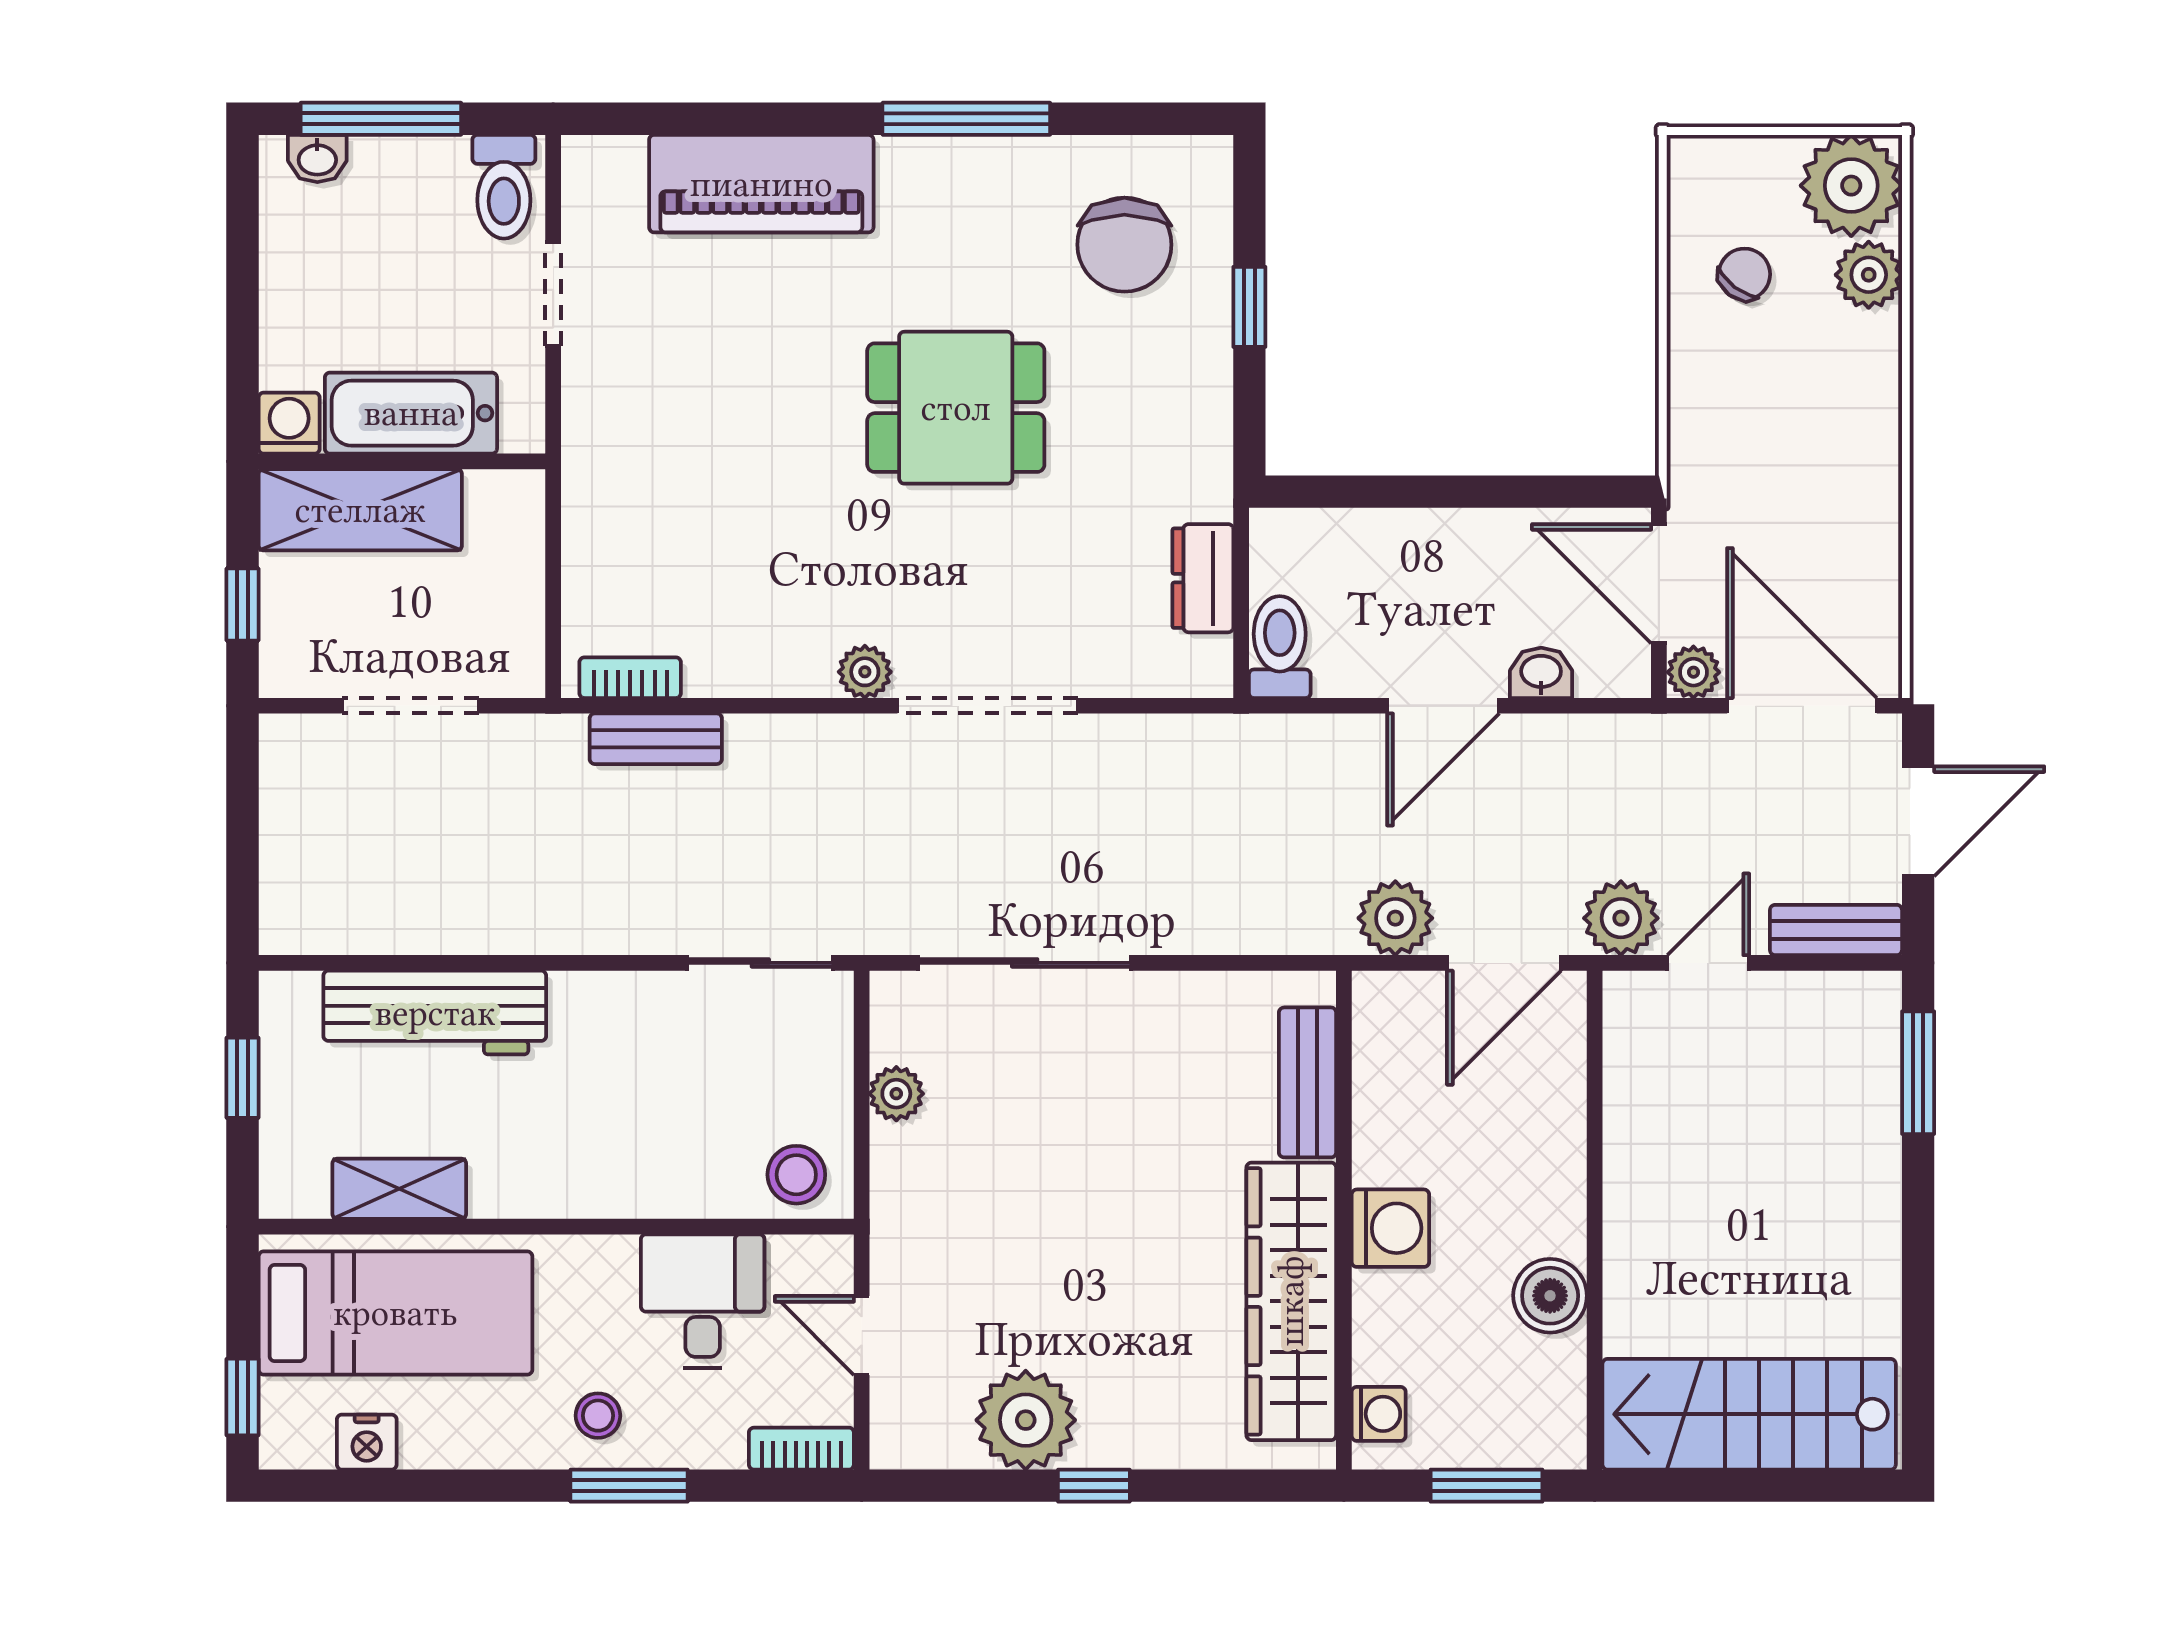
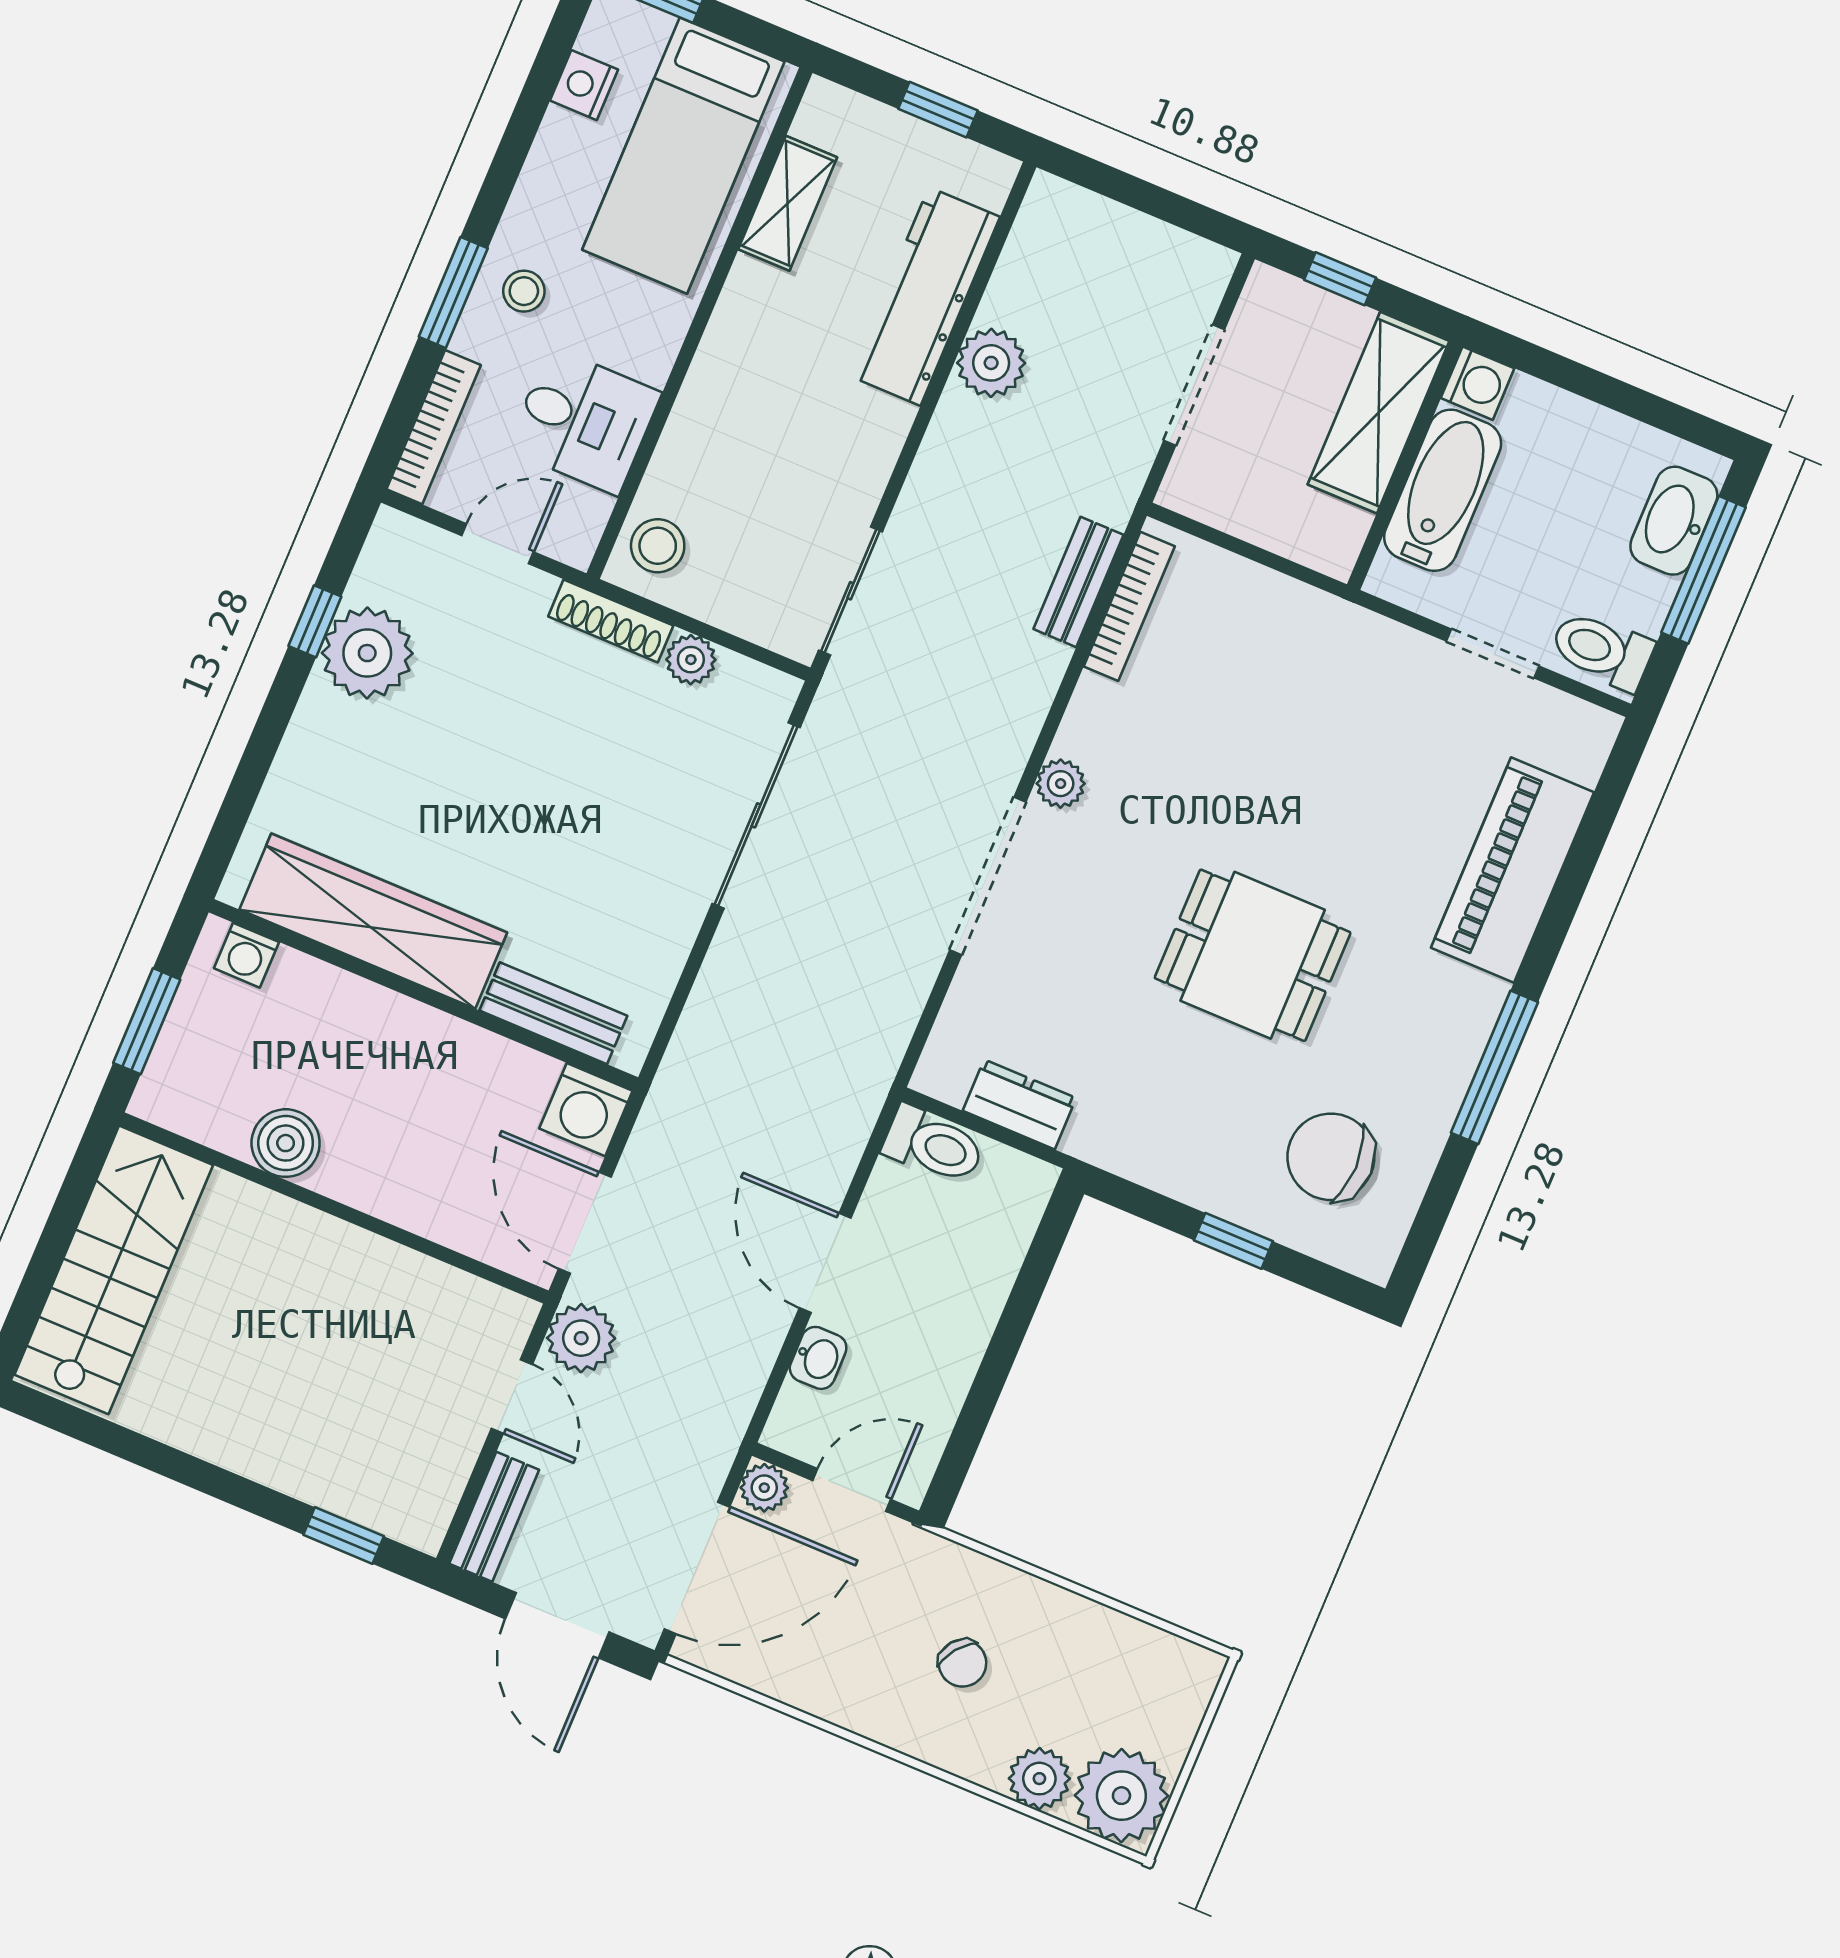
washbasin: (317, 159) -> (1674, 521), width x1.91, depth x1.45
chair: (1744, 274) -> (962, 1663), moved
dining table: (956, 408) -> (1253, 955), turned 90
door: (1659, 584) -> (852, 1490), width x0.73
bookcase: (630, 678) -> (1129, 606), width x1.56
plant: (1395, 918) -> (991, 363), moved
window: (1918, 1073) -> (344, 1535), width x0.67
shoe rack: (891, 1190) -> (611, 621), added
washing machine: (1390, 1228) -> (586, 1110), moved
bookcase: (801, 1449) -> (434, 427), width x1.56
window: (1094, 1486) -> (315, 621), moved

